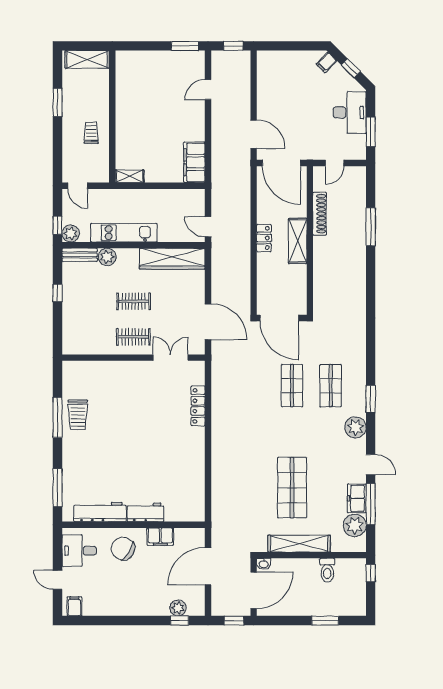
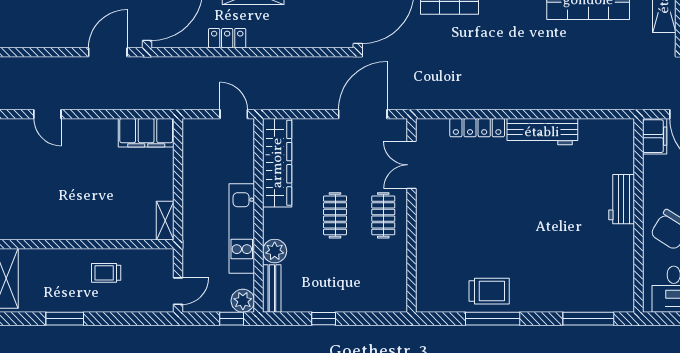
door: (208, 227) -> (234, 114), swing flipped
locker: (264, 238) -> (227, 38), moved
workbench: (100, 512) -> (542, 132), moved, turned -90
filing cabinet: (160, 537) -> (655, 136), moved

